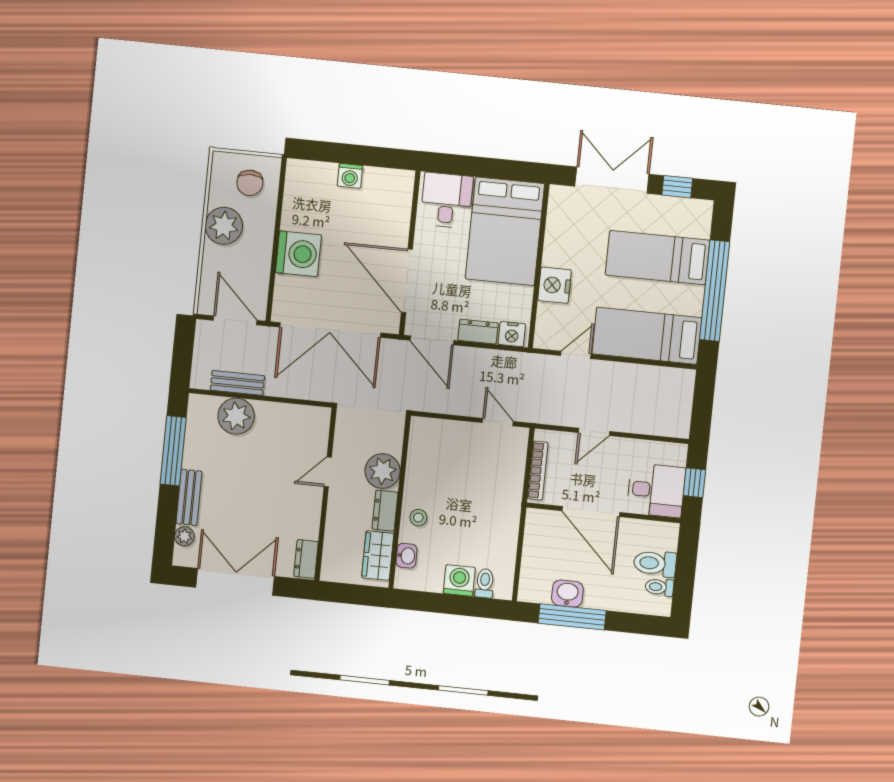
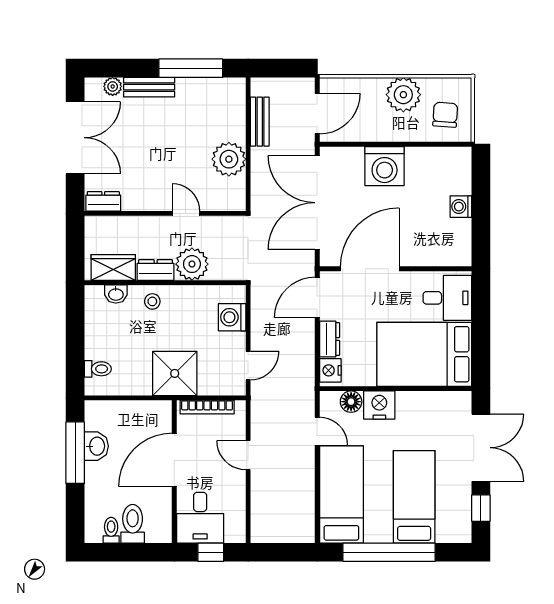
chair: (250, 183) -> (445, 115), turned 94
floor lamp: (548, 315) -> (351, 402), added
plant: (236, 416) -> (229, 159), moved
shower: (498, 502) -> (175, 373), added
washing machine: (459, 580) -> (232, 317), moved, turned 180

